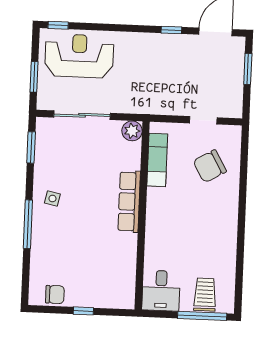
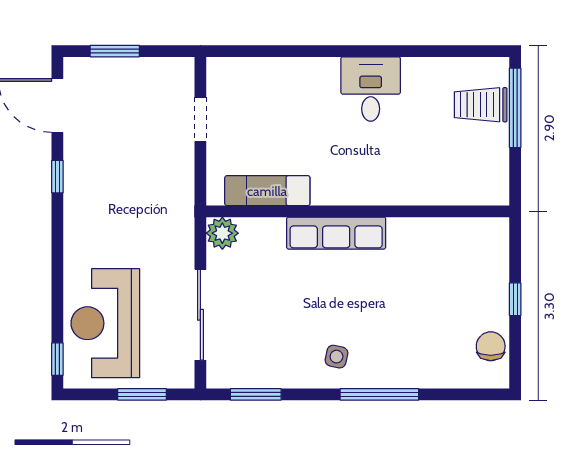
chair: (210, 166) -> (274, 106), removed
desk: (161, 291) -> (371, 89), moved, turned -90

